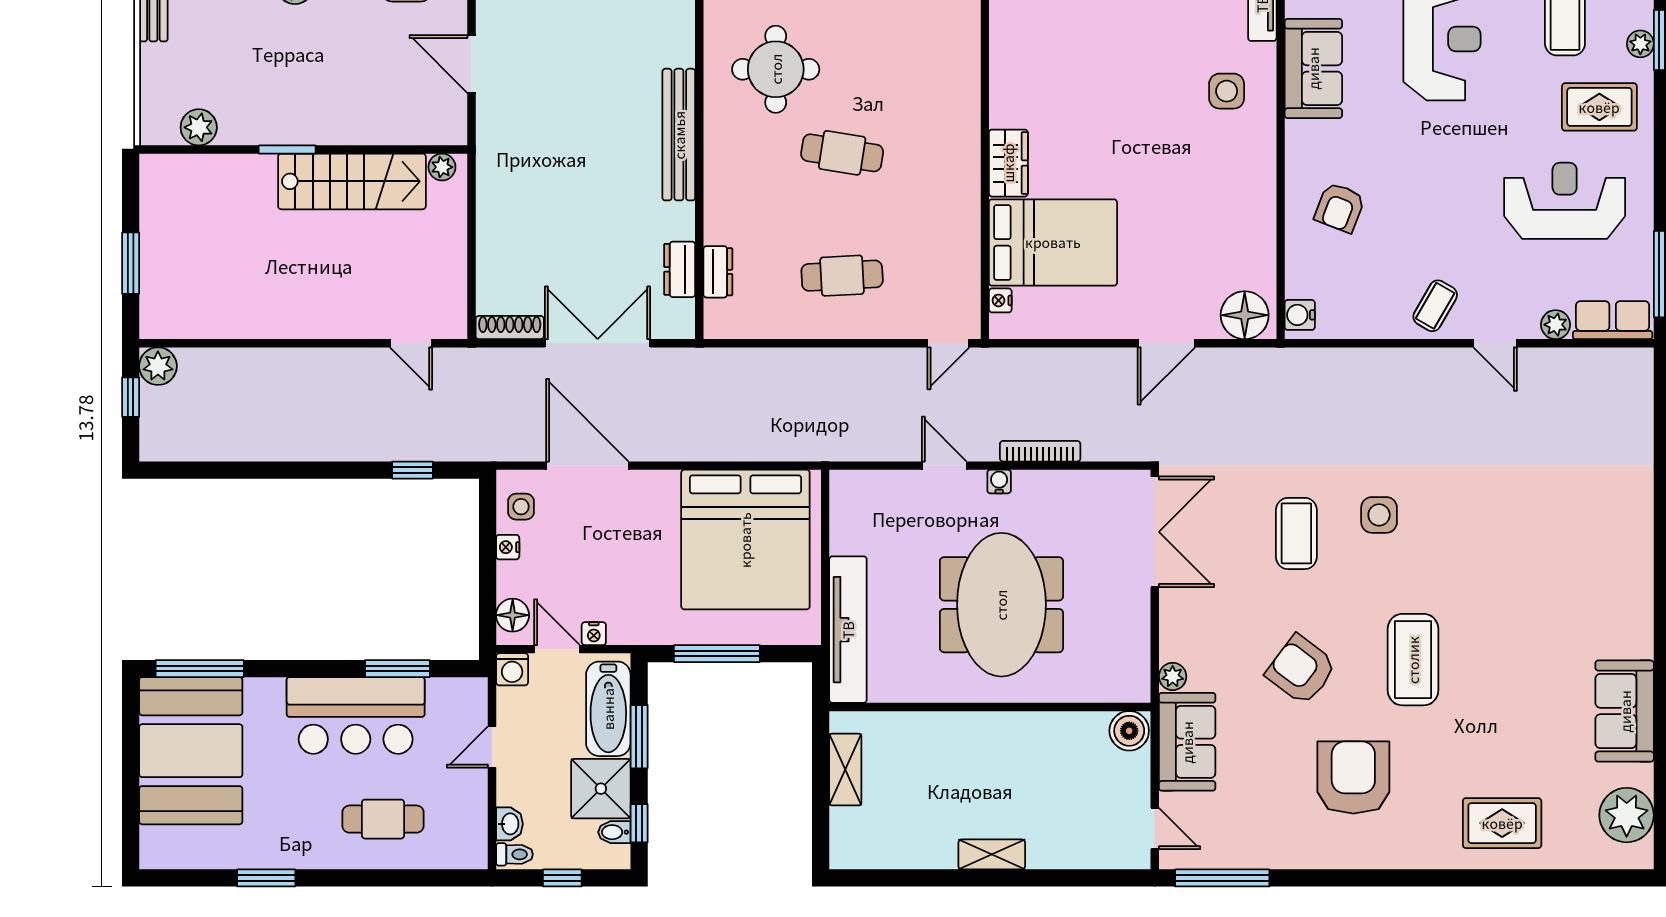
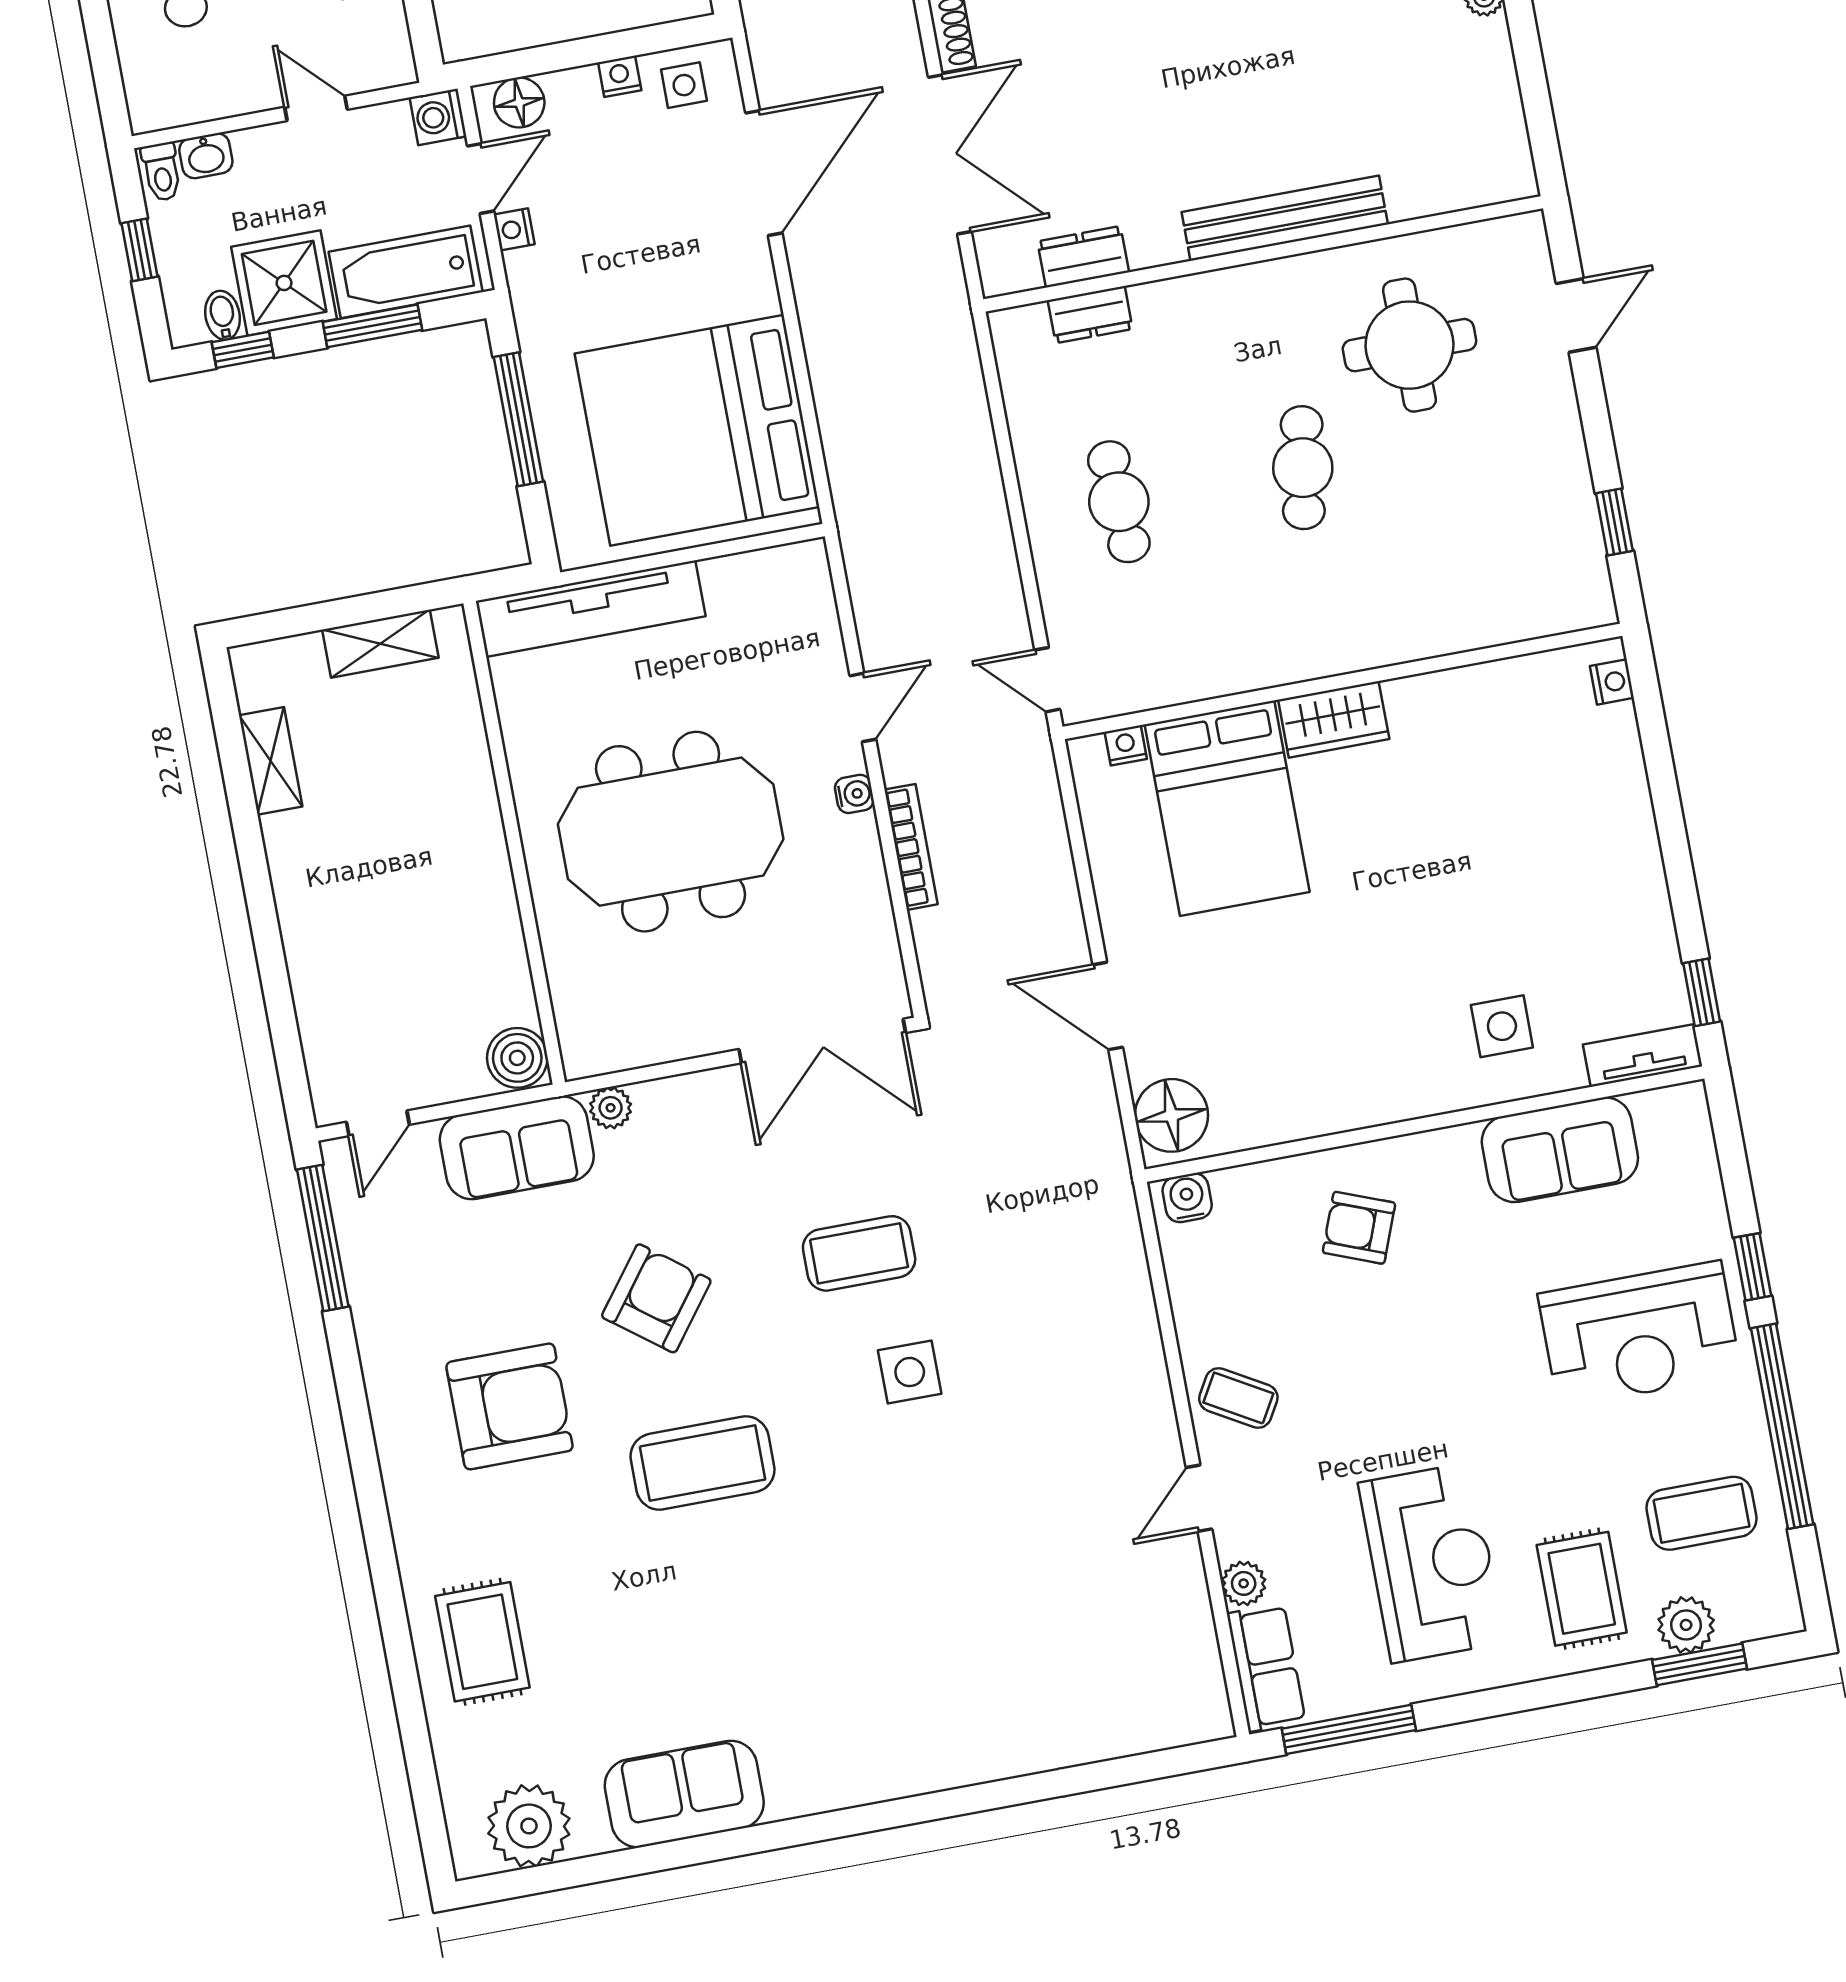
plant: (1640, 44) -> (1686, 1625), width x1.38, depth x1.38
shelving: (992, 854) -> (271, 761), moved

